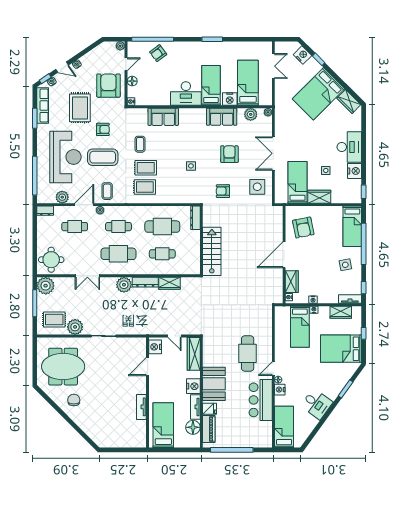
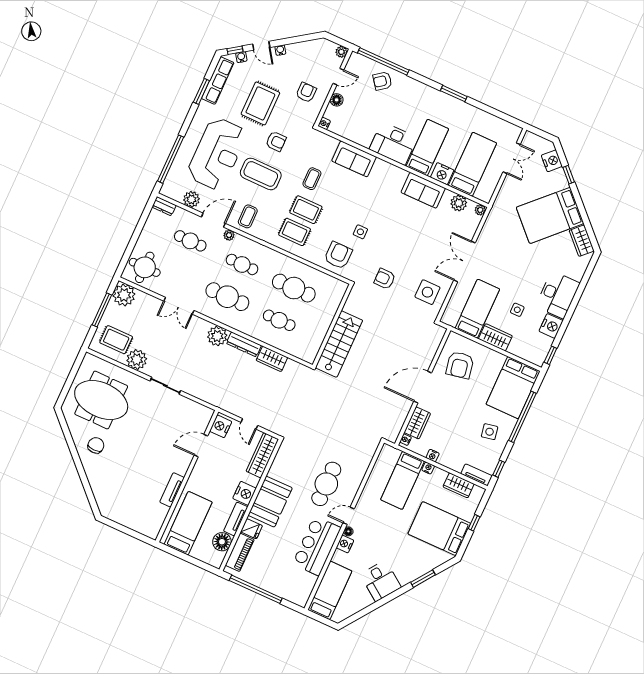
armchair: (108, 86) -> (306, 92), width x0.53, depth x0.53
armchair: (229, 154) -> (338, 255), moved
dresser: (195, 218) -> (338, 296), removed
bed: (352, 226) -> (513, 388), width x1.50

